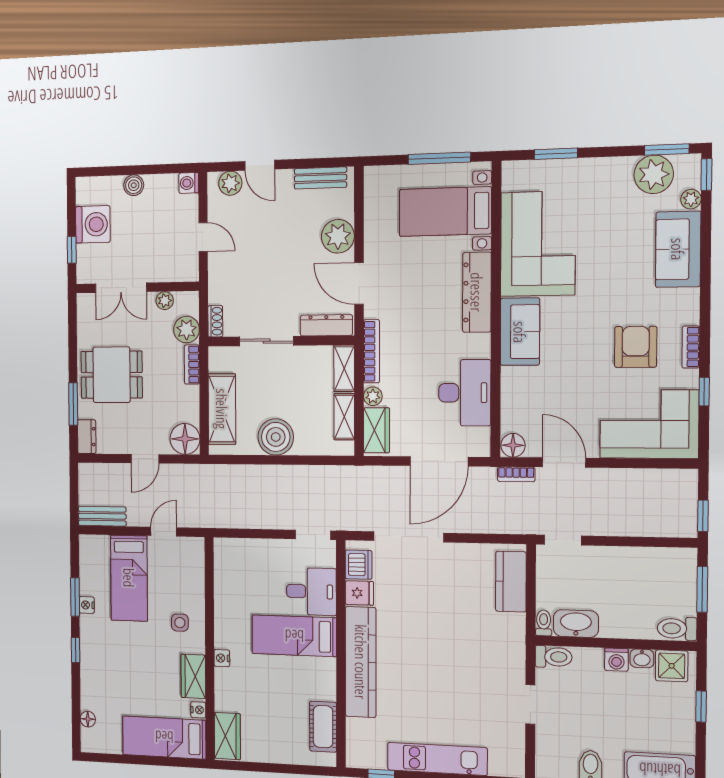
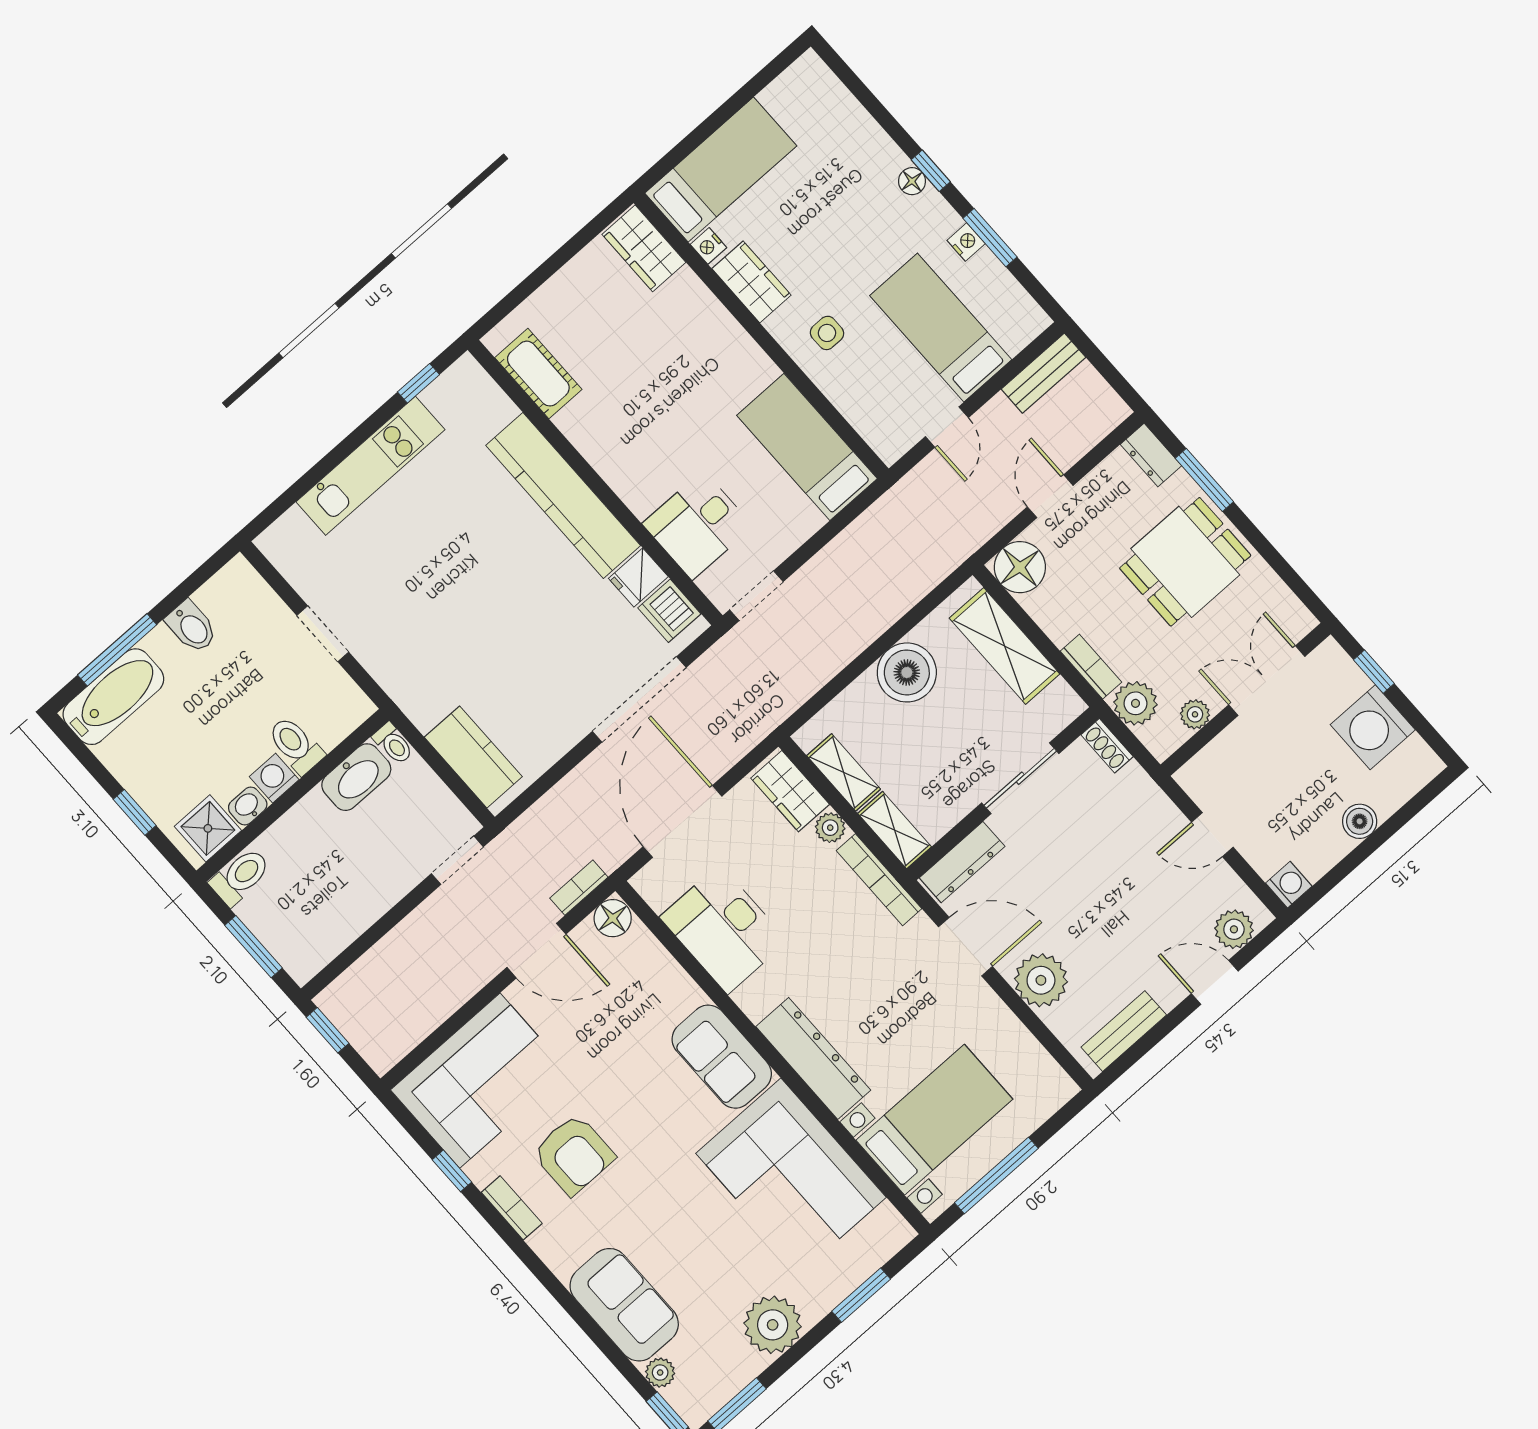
plant: (654, 174) -> (773, 1325), moved
bed: (294, 636) -> (807, 447), moved, turned -90
toilet: (554, 657) -> (296, 745), moved, turned 90
nightstand: (222, 658) -> (736, 339), removed
floor lamp: (88, 719) -> (912, 181), moved

